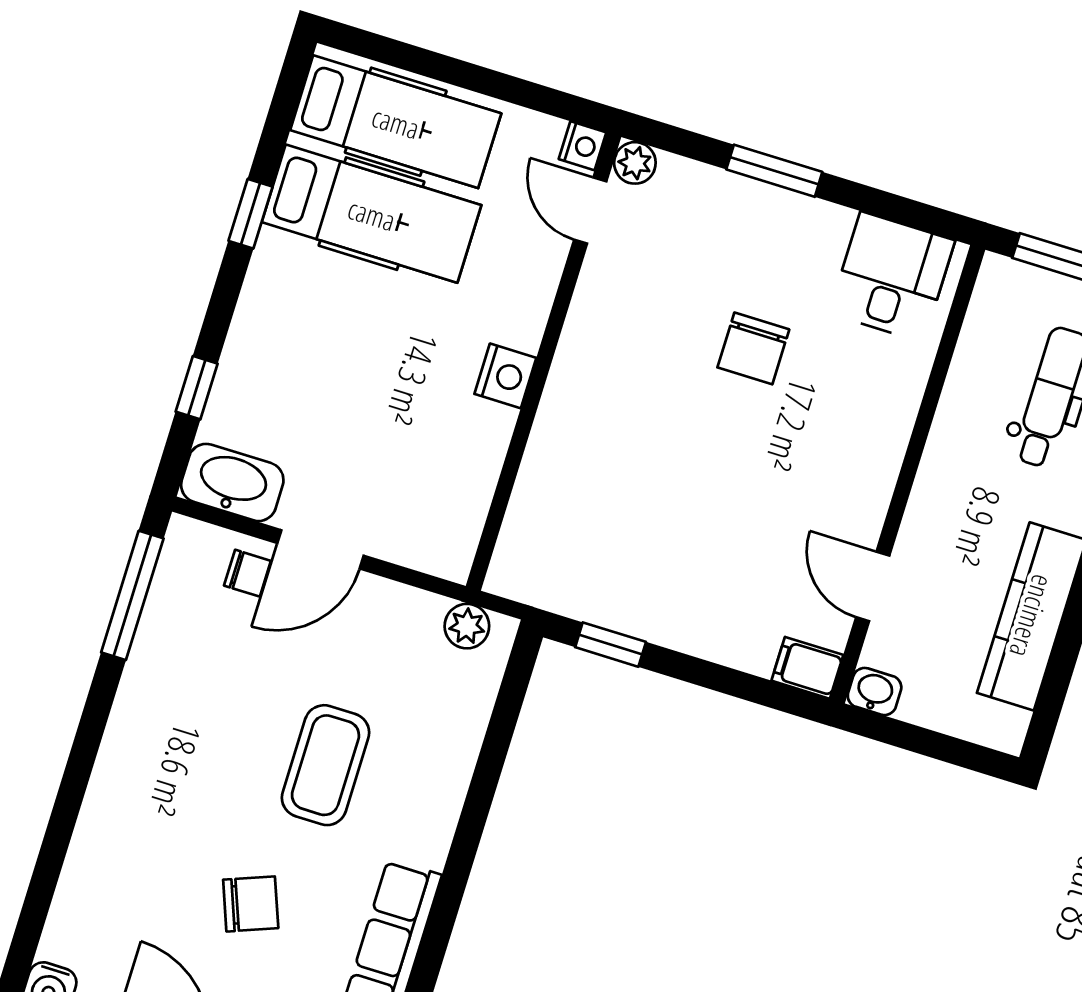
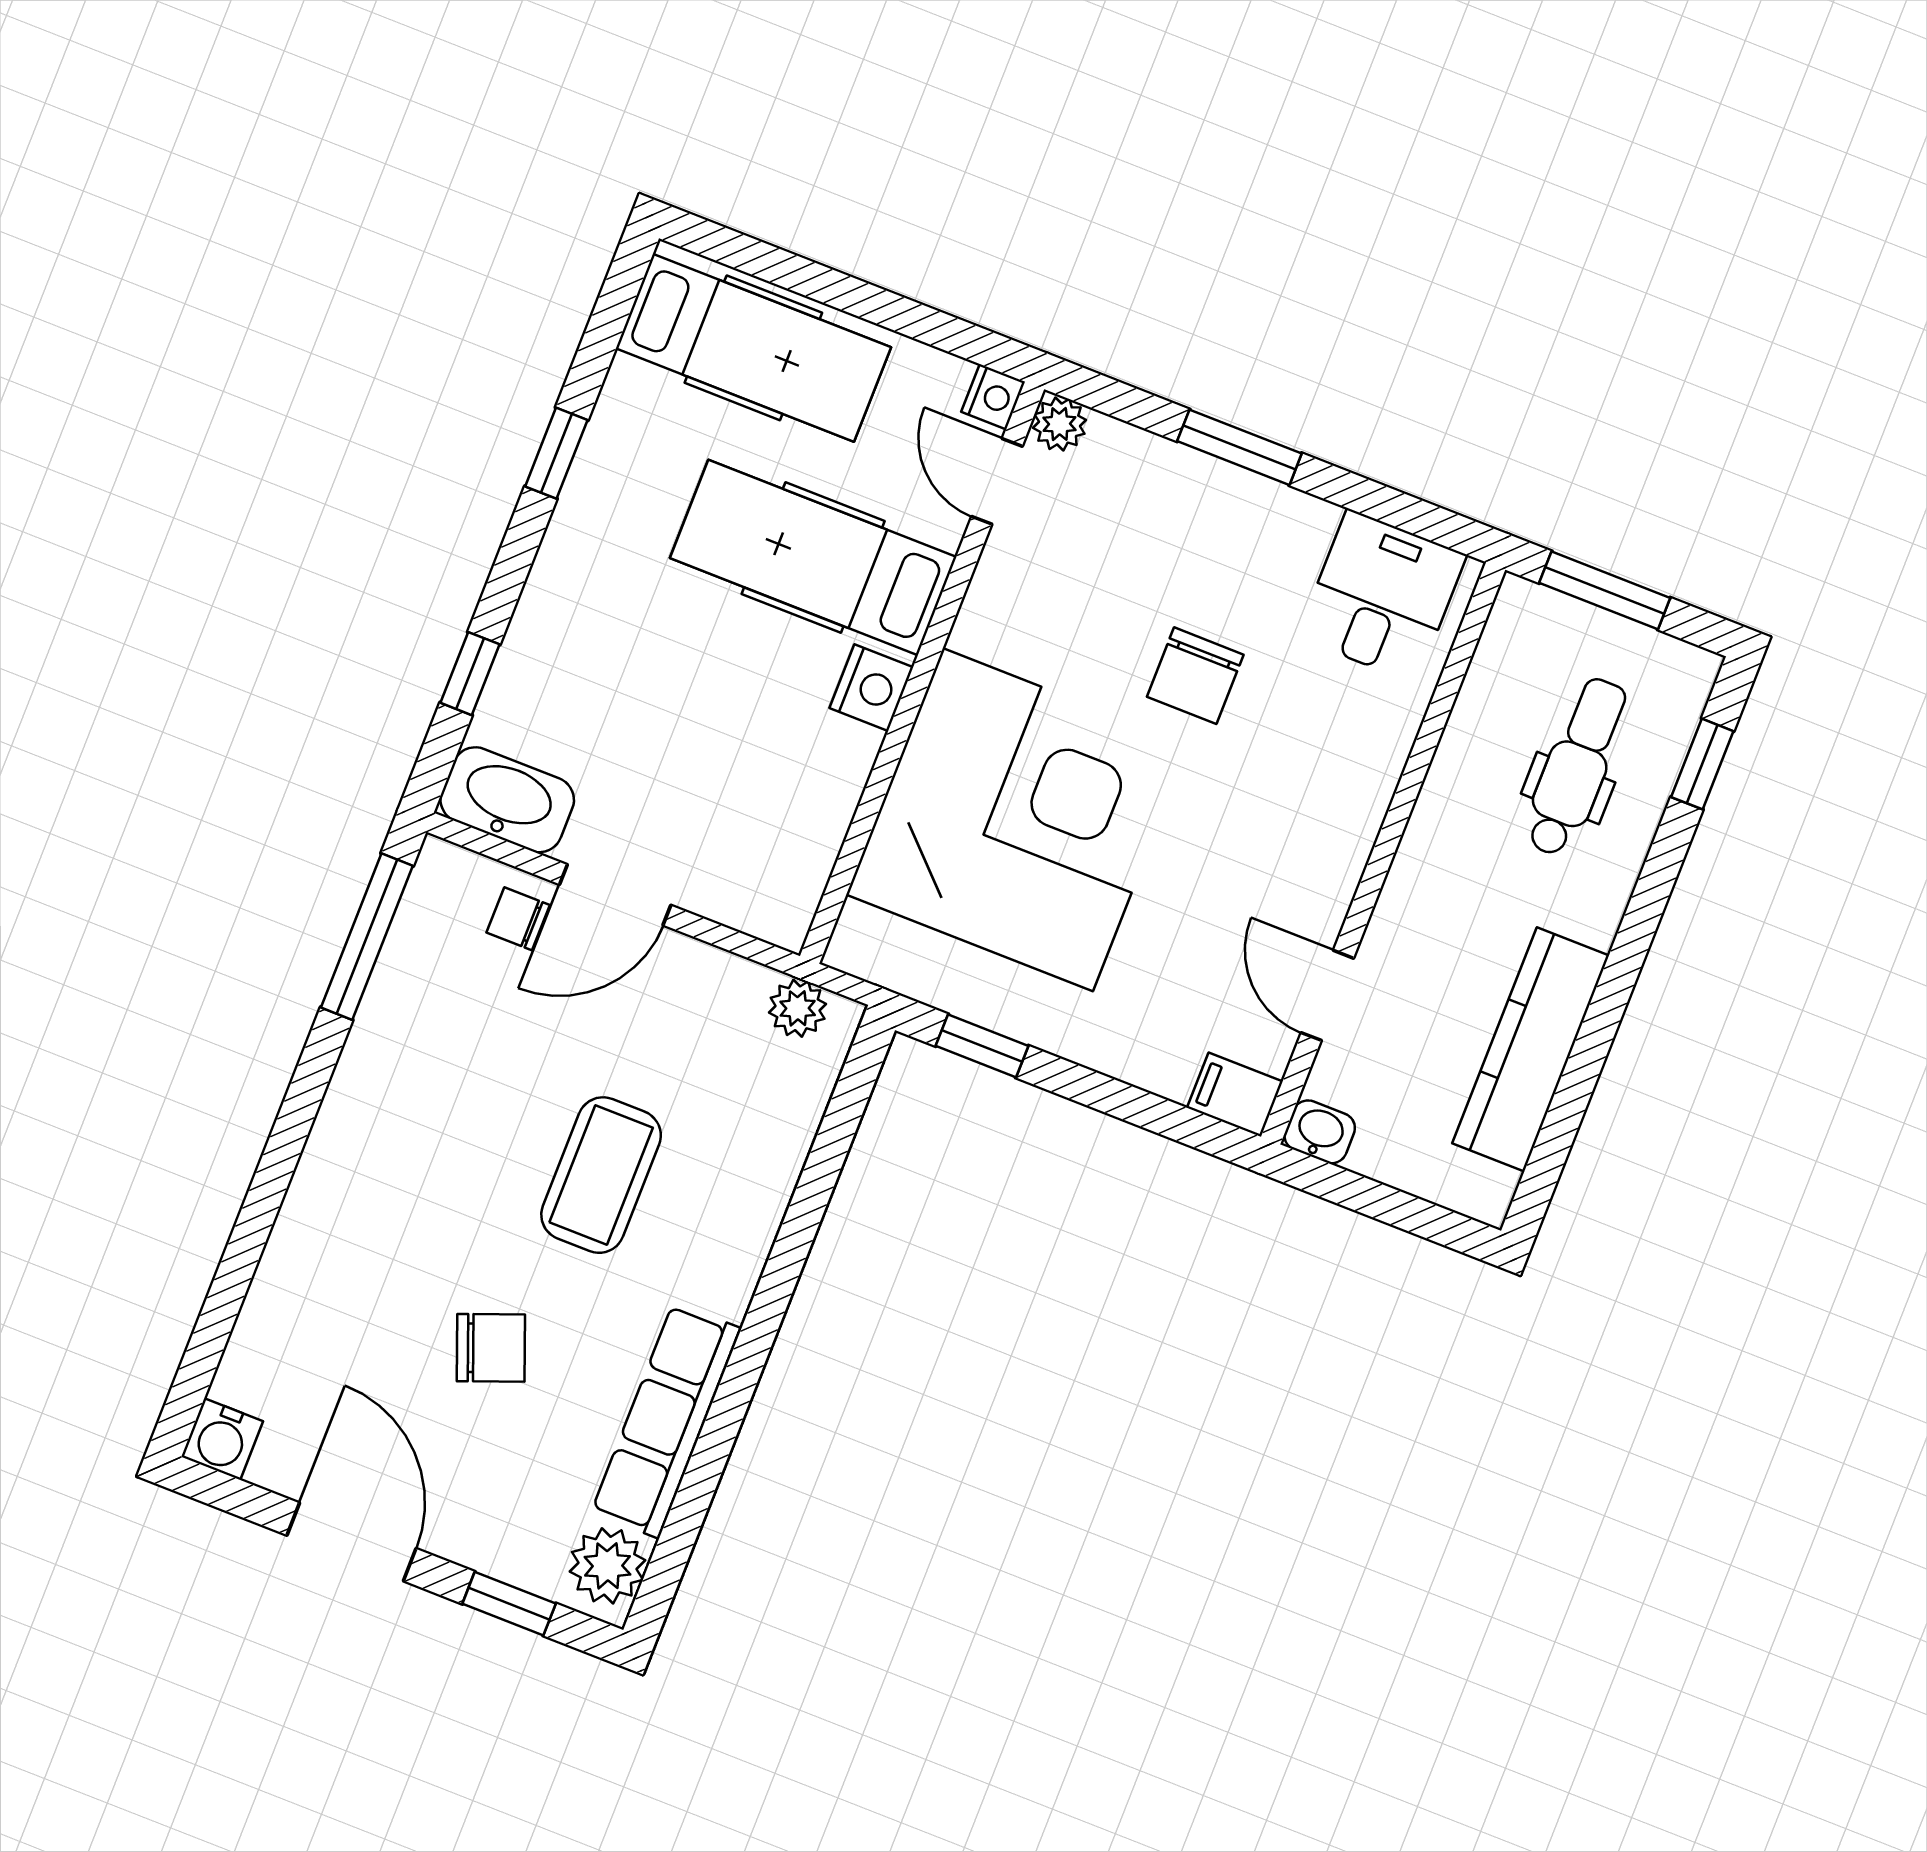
hospital bed: (372, 214) -> (813, 558), moved, turned 180
corner desk: (625, 469) -> (1018, 820), added
chair: (247, 573) -> (518, 919), turned 180

